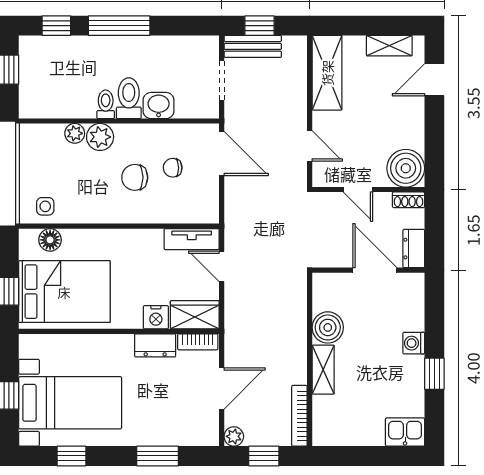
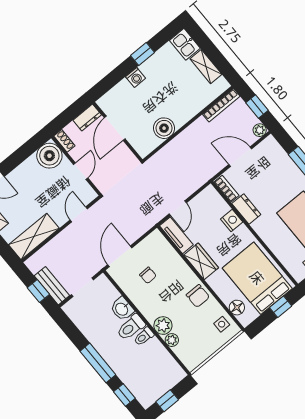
chair: (135, 177) -> (198, 296), moved
wardrobe: (195, 315) -> (201, 261), moved, turned 180
shelving: (323, 370) -> (206, 67), moved, turned 90

